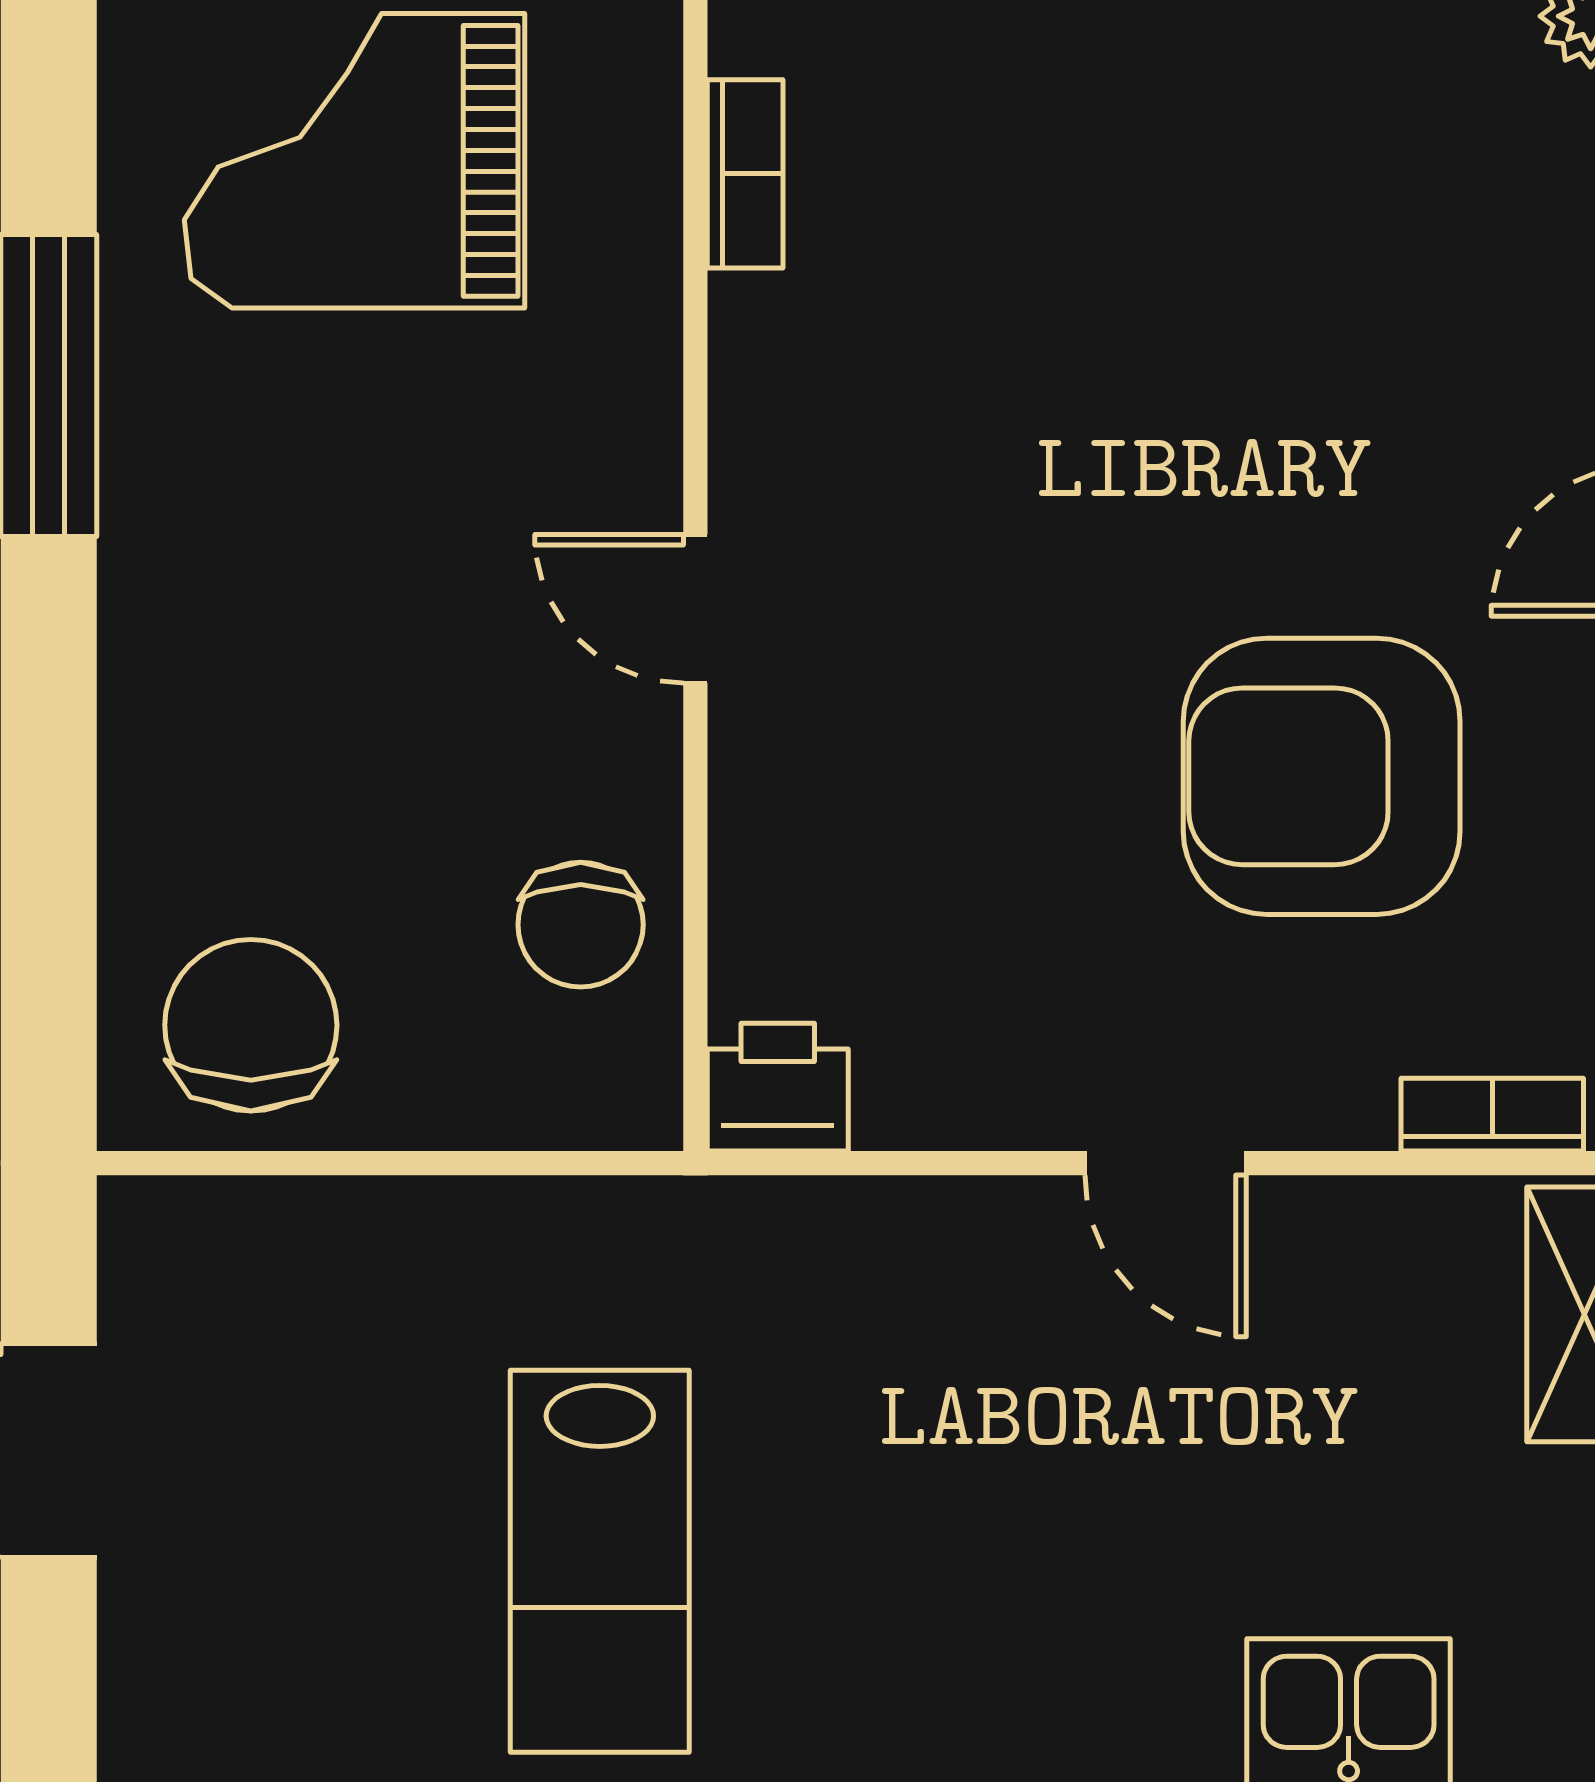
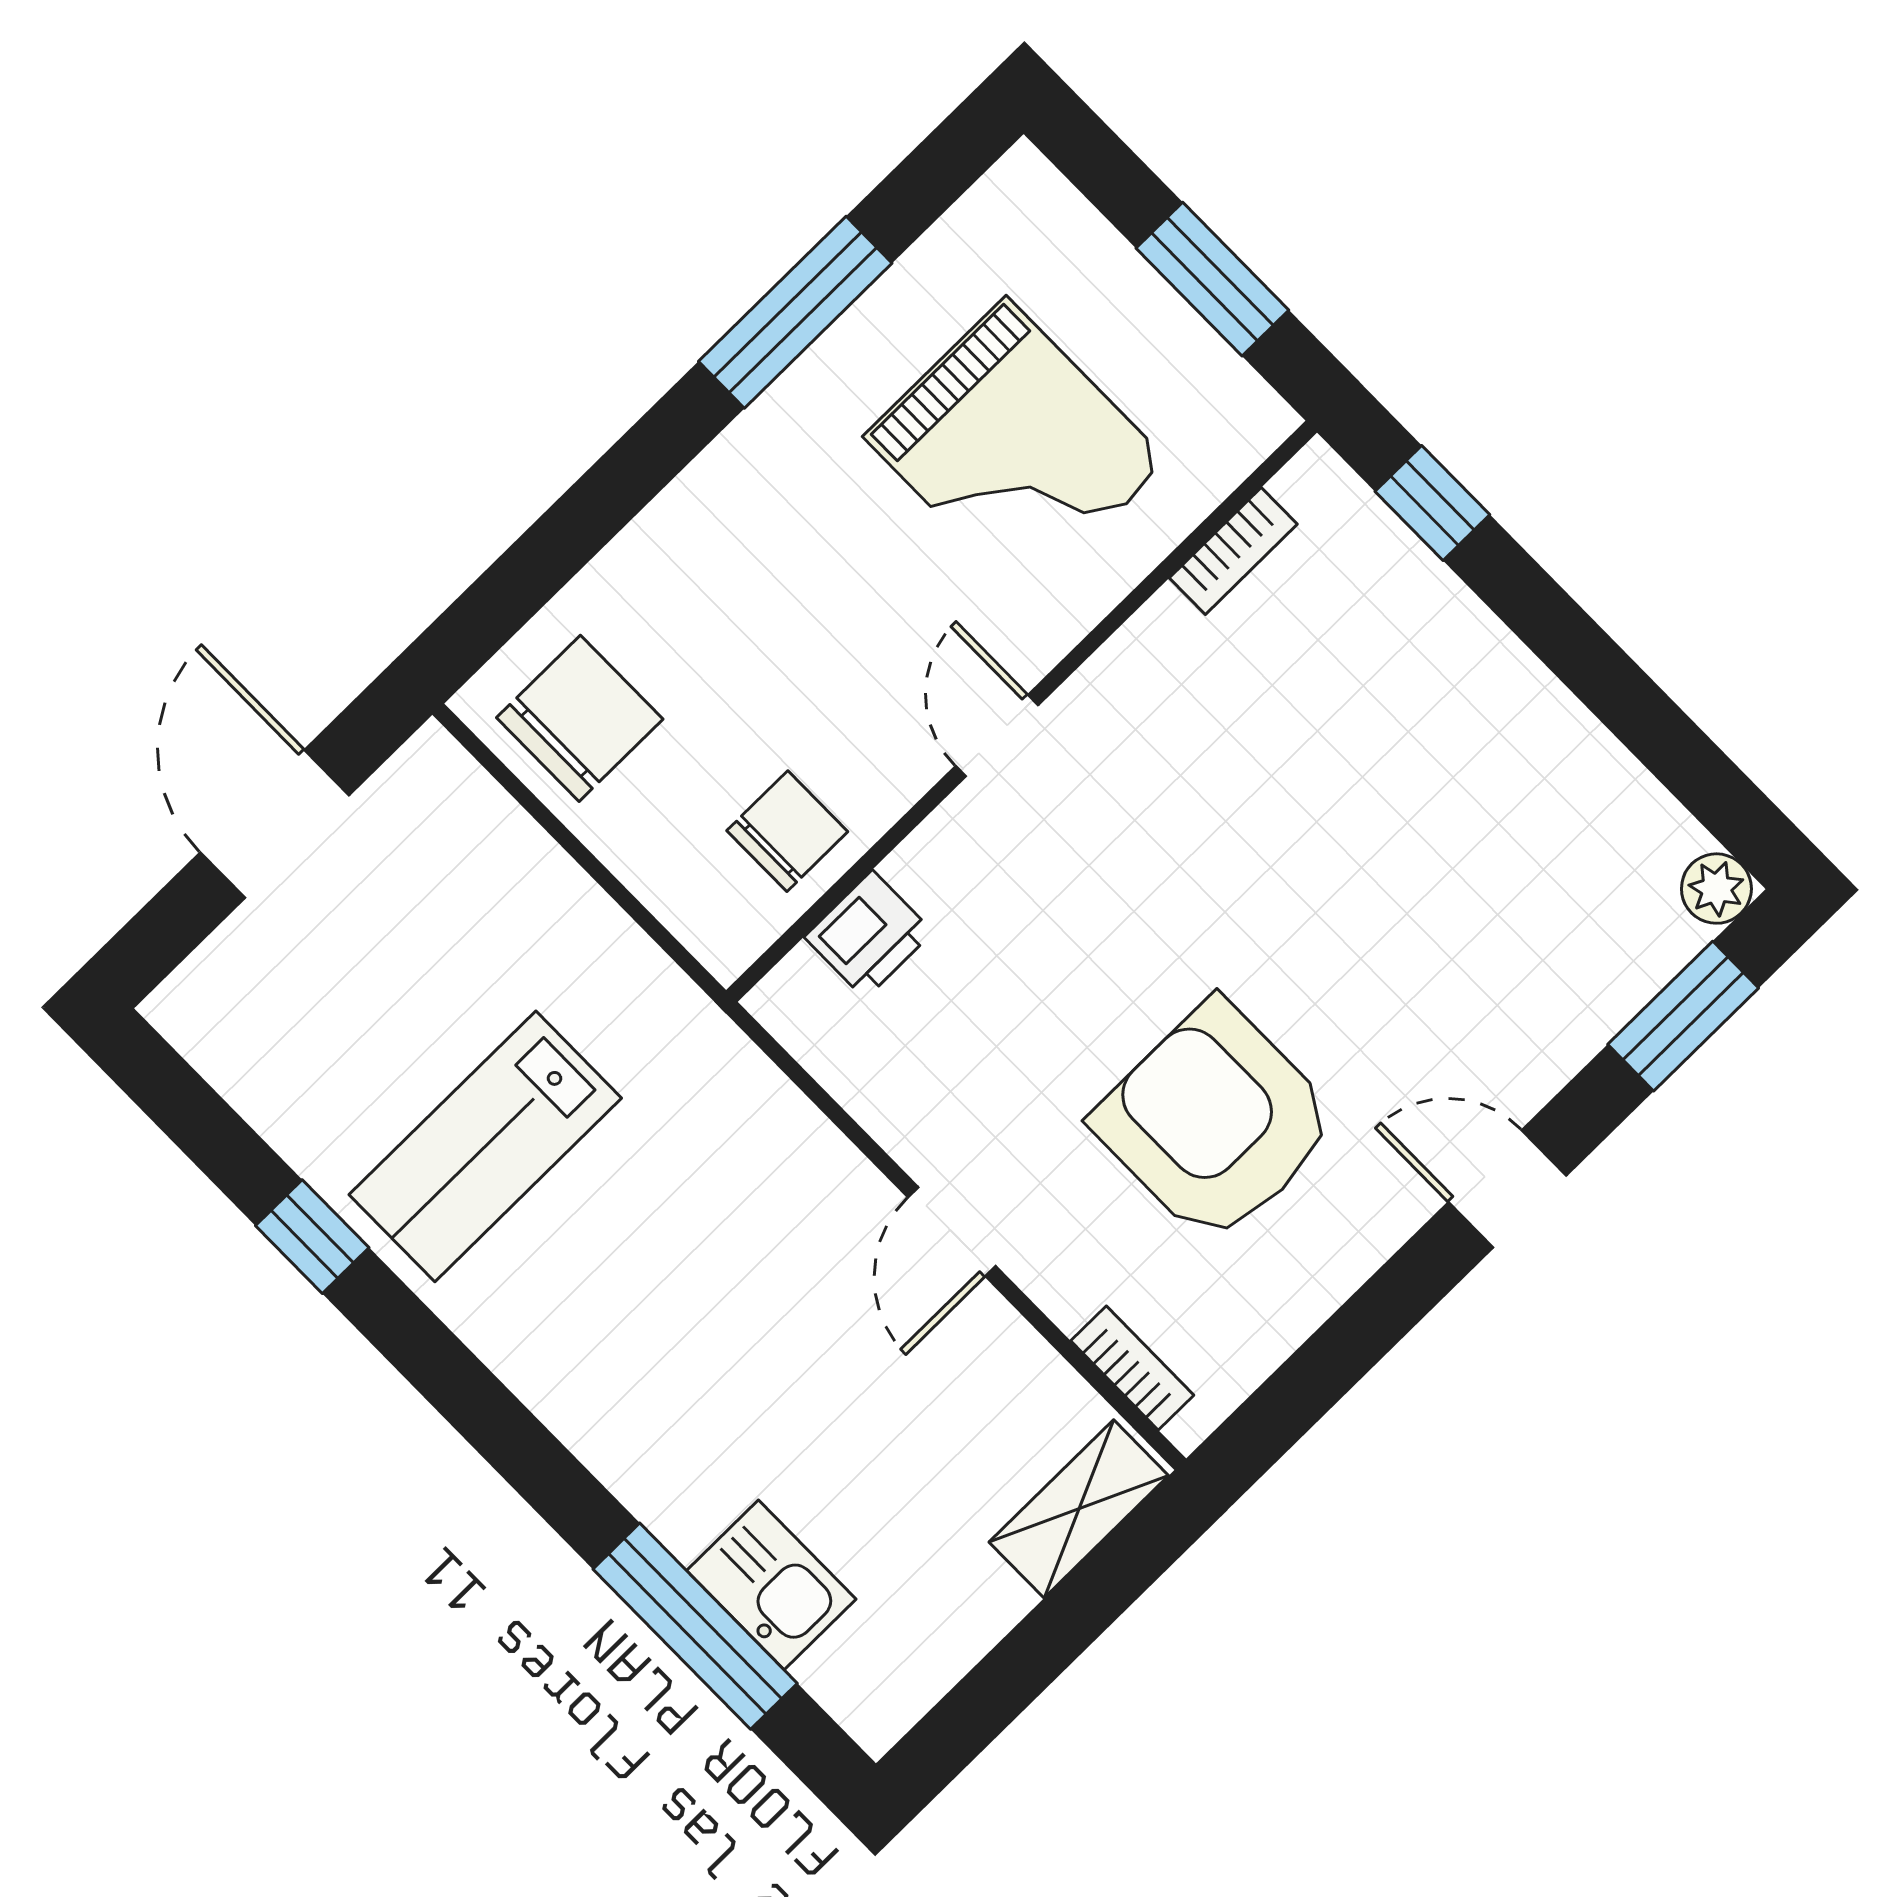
grand piano: (355, 161) -> (1016, 449), moved, turned 180
chair: (581, 925) -> (787, 831), turned 180
printer: (778, 1087) -> (869, 934), moved, turned 90

